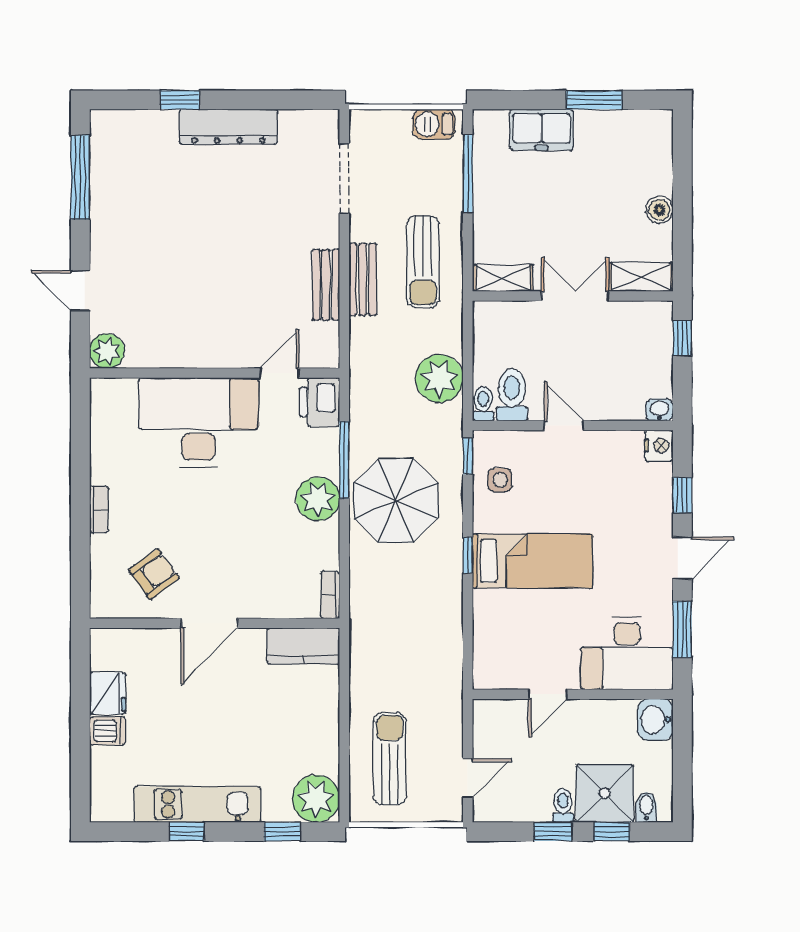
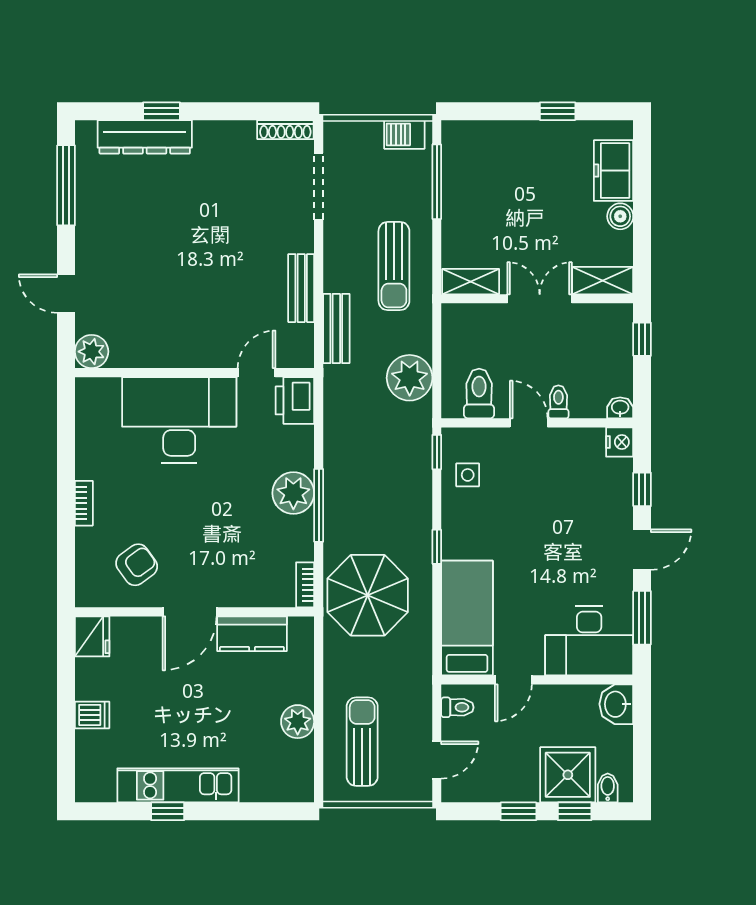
window: (594, 100) -> (558, 111), width x0.67
shoe rack: (310, 119) -> (285, 130), added
dresser: (228, 127) -> (145, 137), moved
freezer: (542, 130) -> (613, 171), moved, turned 90
bench: (363, 279) -> (336, 328), moved
toilet: (483, 404) -> (558, 402), moved
window: (344, 460) -> (319, 505), moved
parasol: (396, 500) -> (368, 595), moved
bed: (532, 561) -> (467, 618), moved, turned -90
kitchen counter: (303, 646) -> (252, 634), moved
fridge: (108, 693) -> (92, 636), moved
plant: (316, 799) -> (298, 722), moved, width x0.73, depth x0.73
toilet: (563, 805) -> (457, 707), moved, turned 90
window: (282, 832) -> (259, 811), removed

